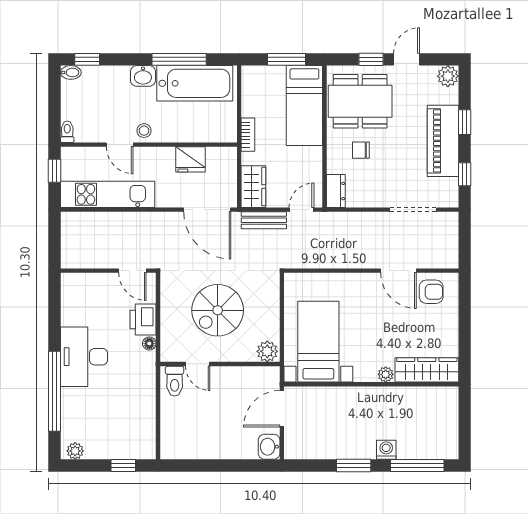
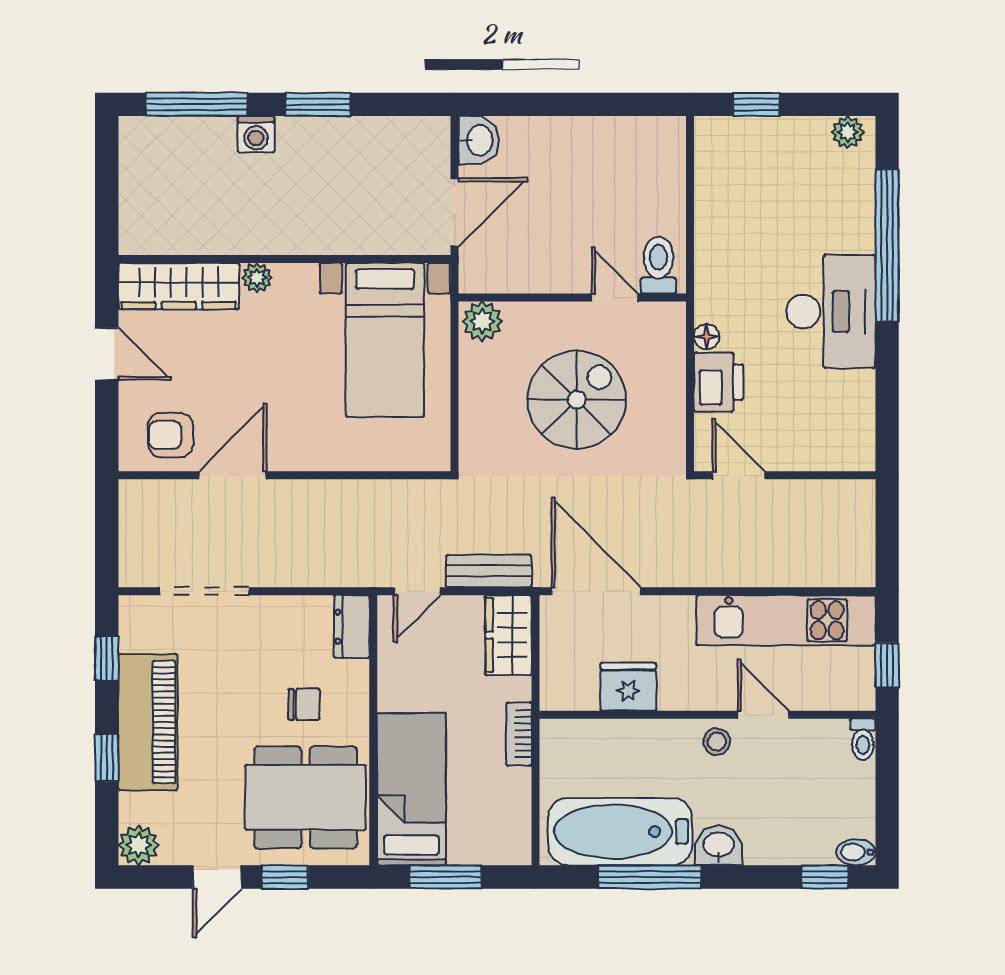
door: (398, 271) -> (233, 475), hinge flipped
door: (465, 334) -> (107, 354), added

